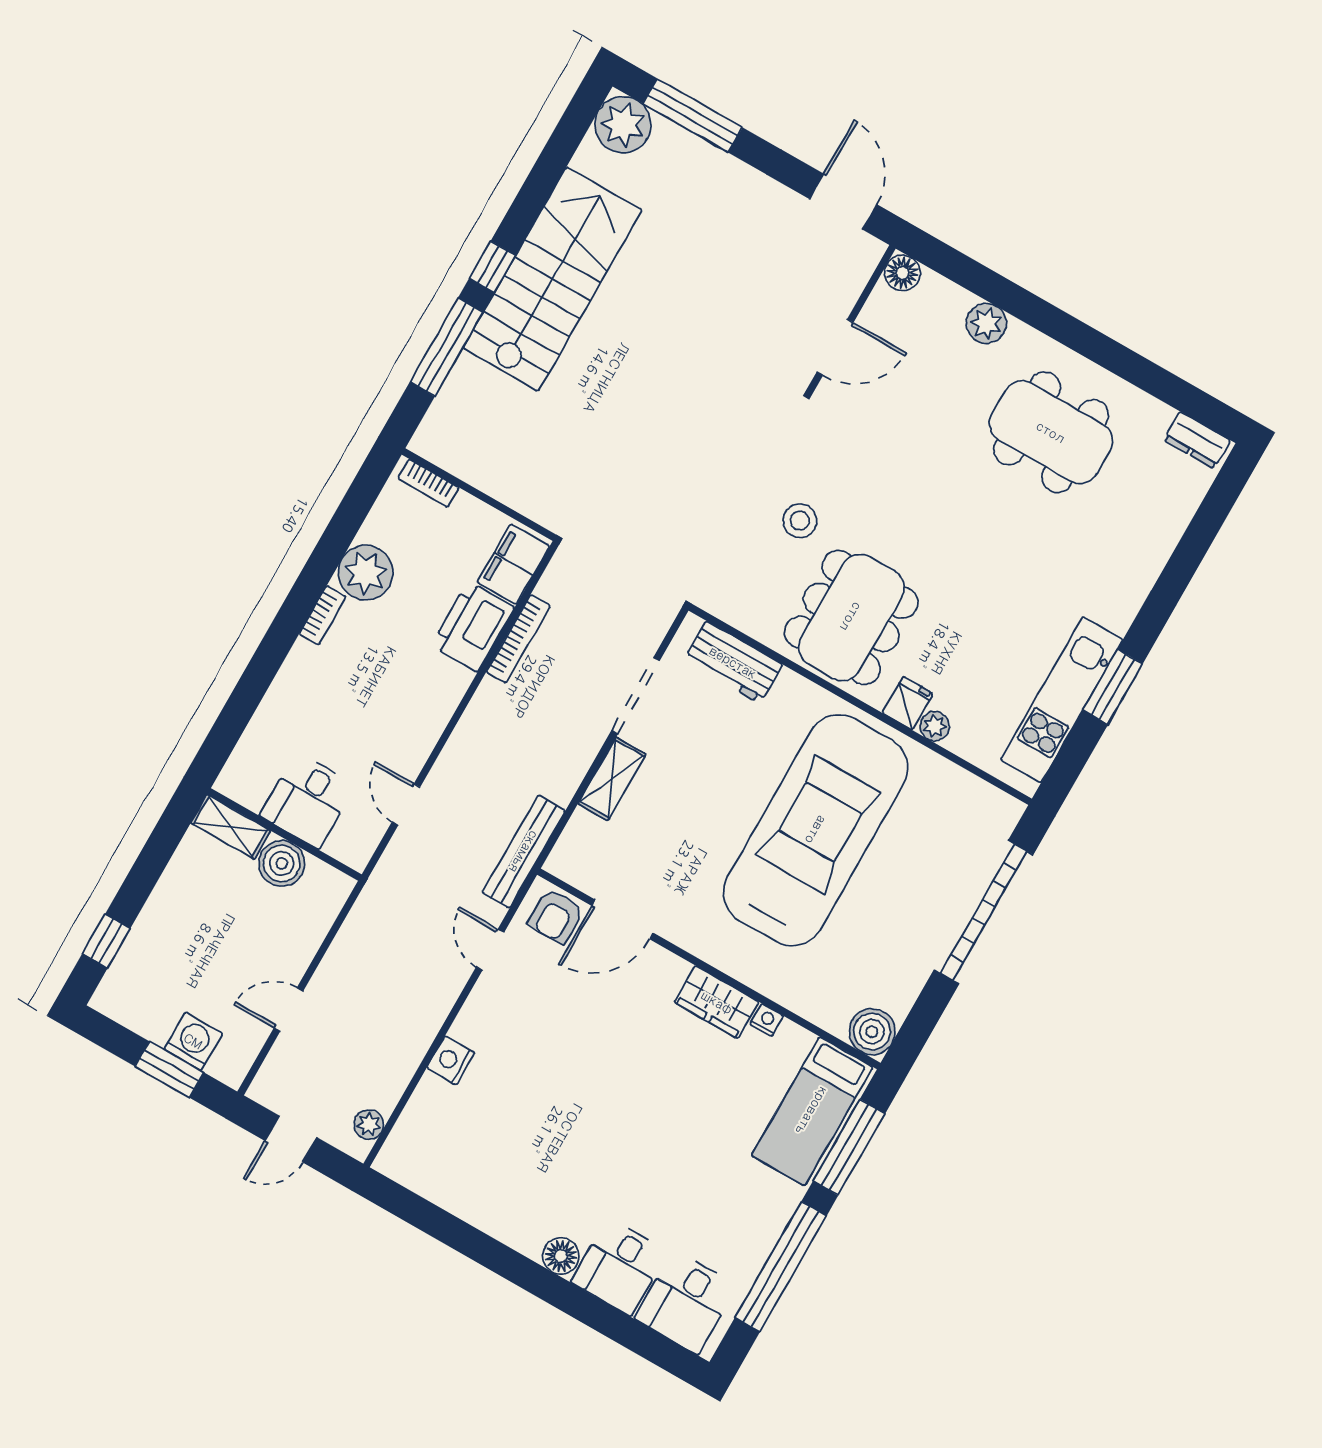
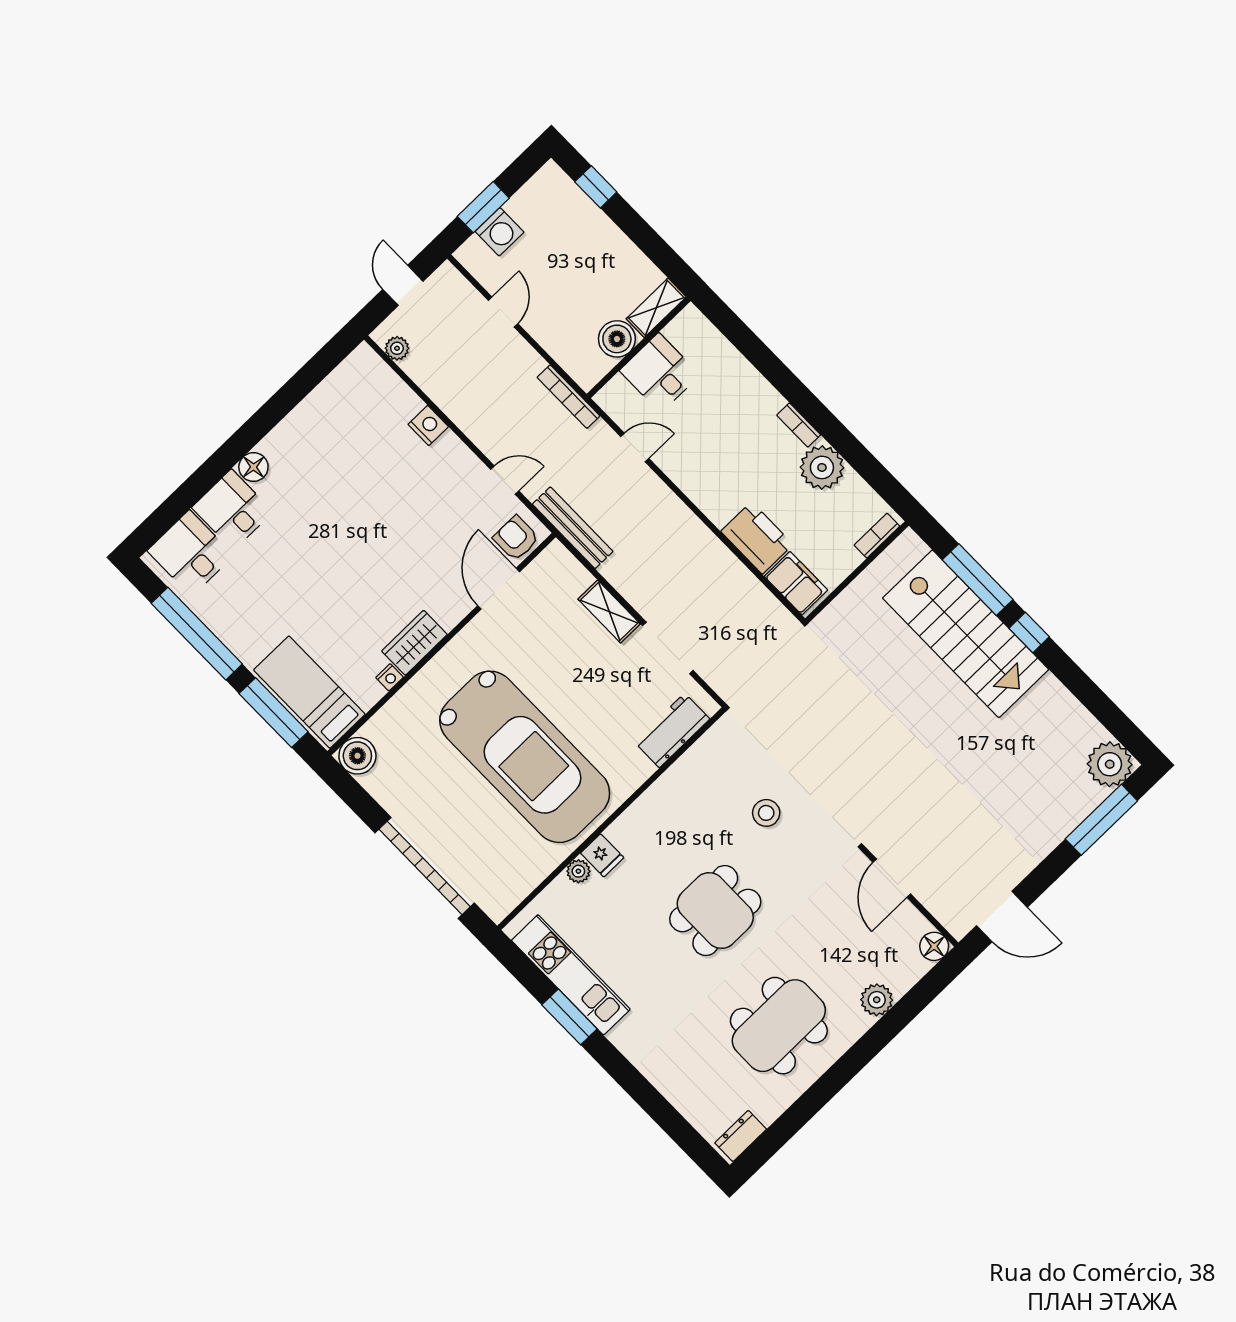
stairs: (552, 279) -> (966, 634), moved
dining table: (851, 617) -> (715, 911), moved, width x0.73
bookcase: (518, 639) -> (568, 397), moved

